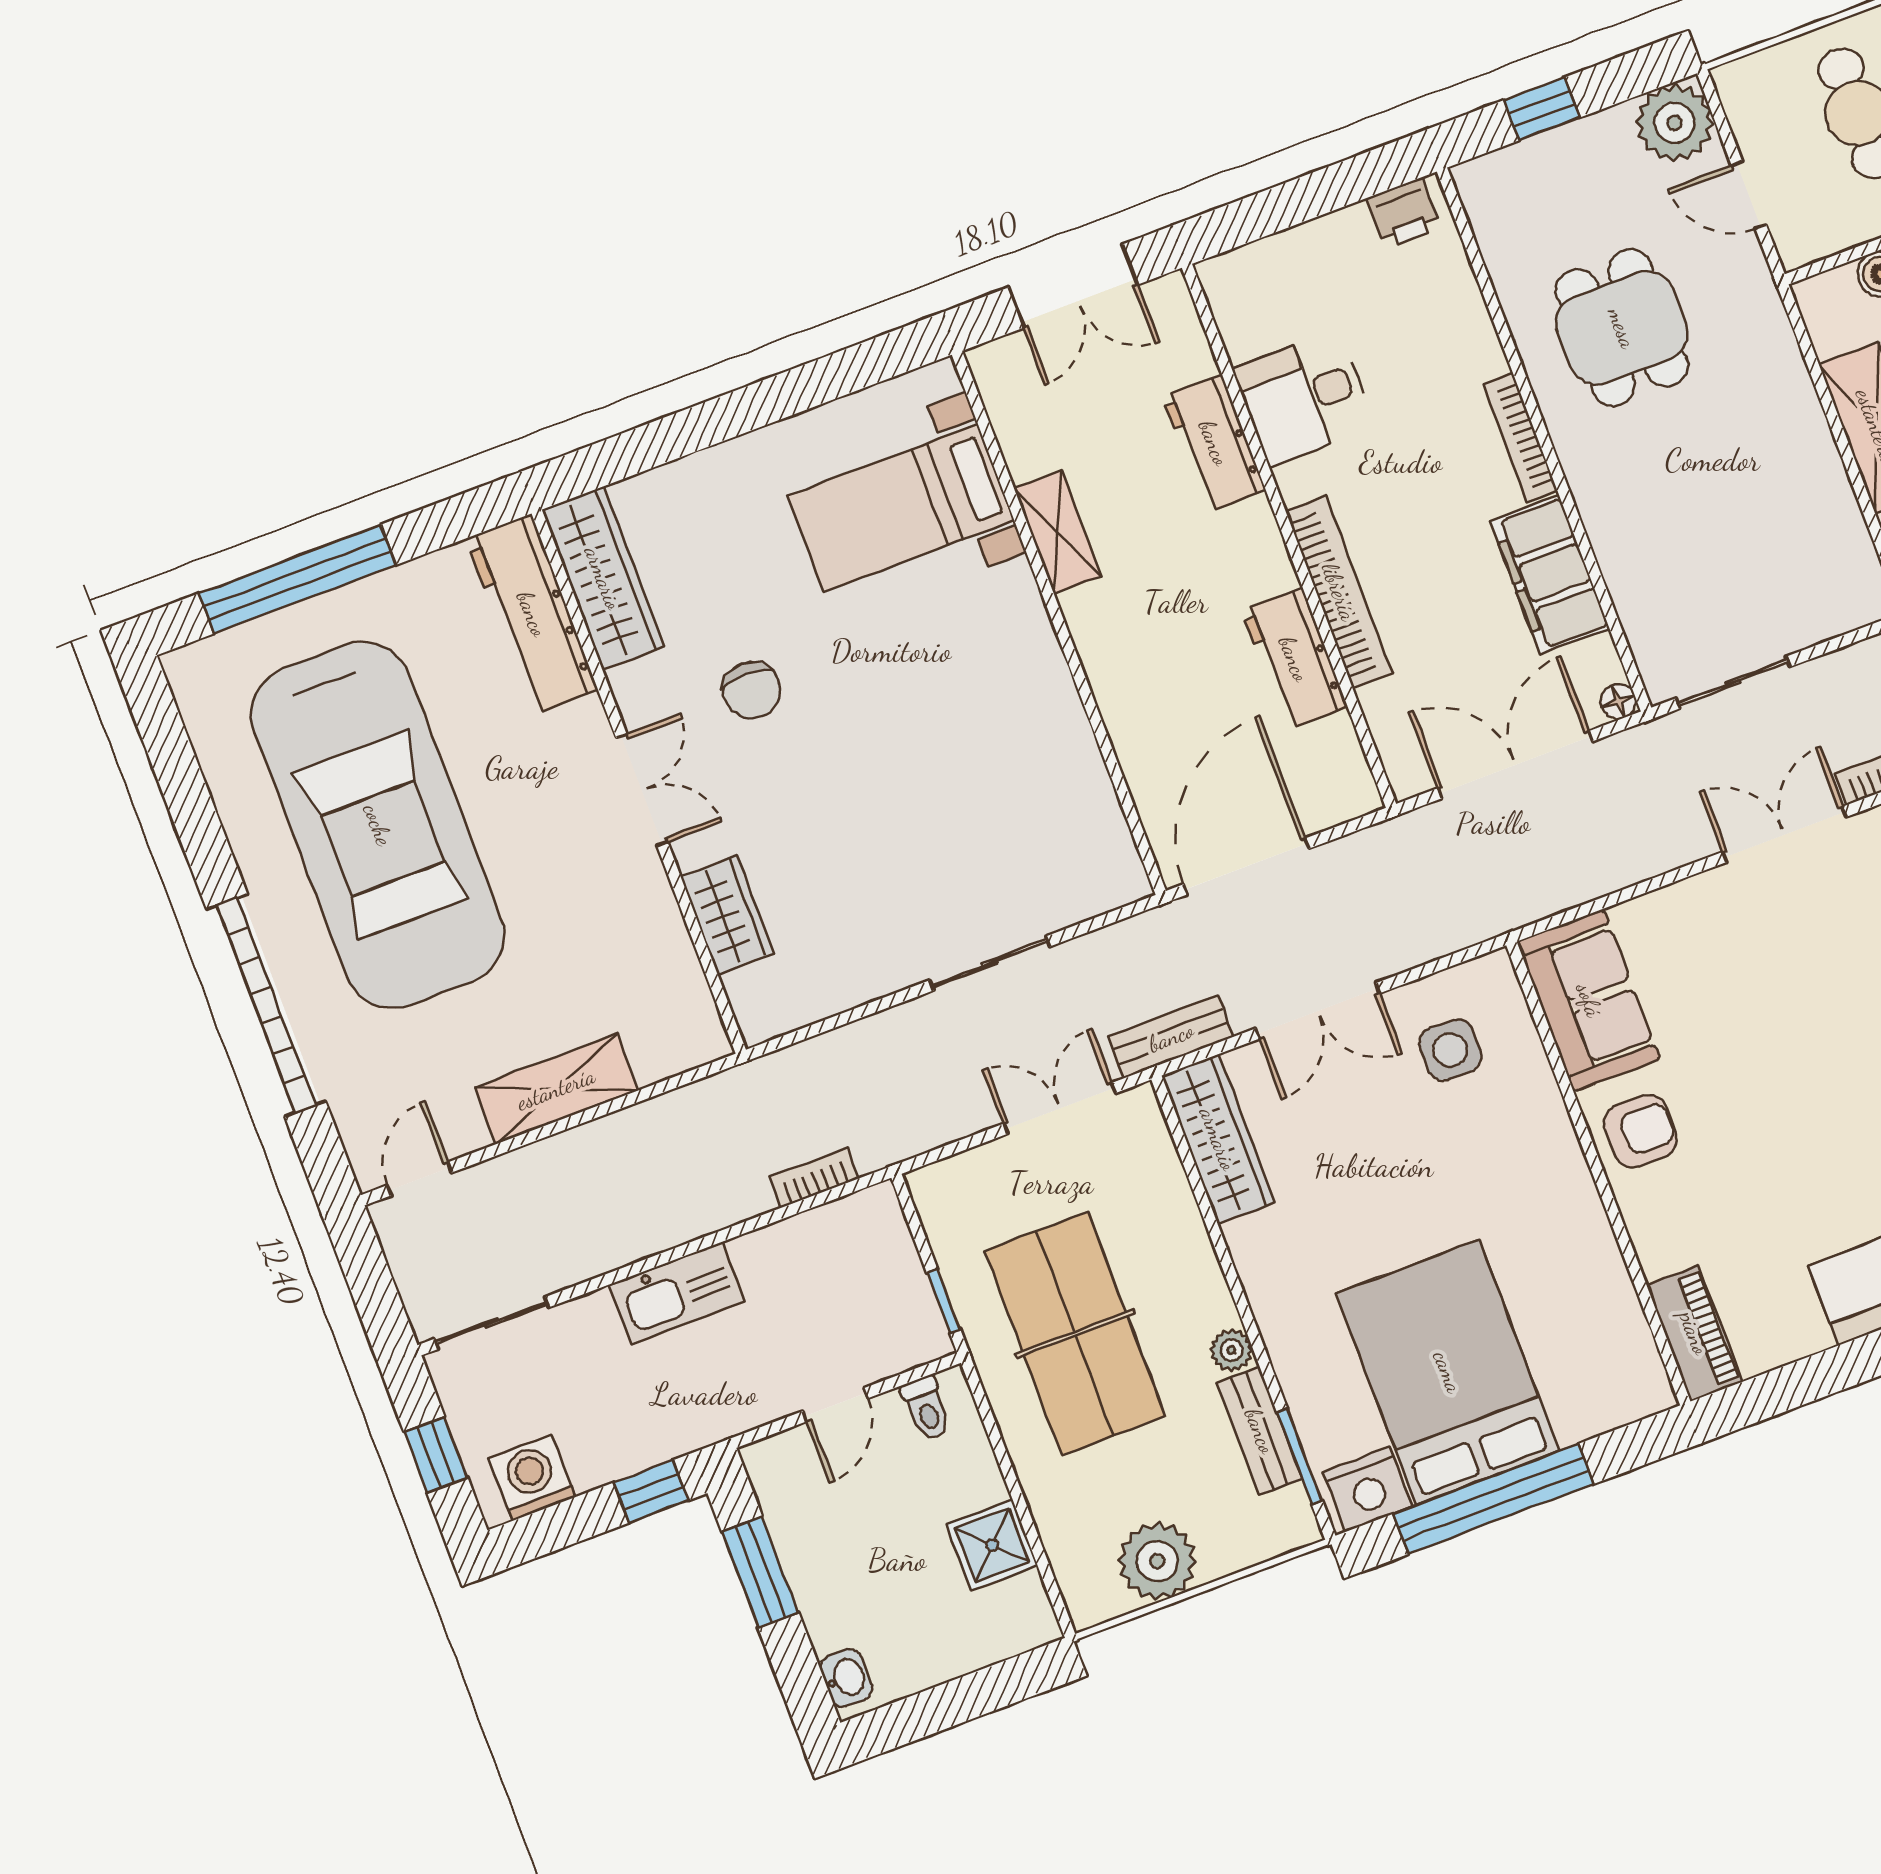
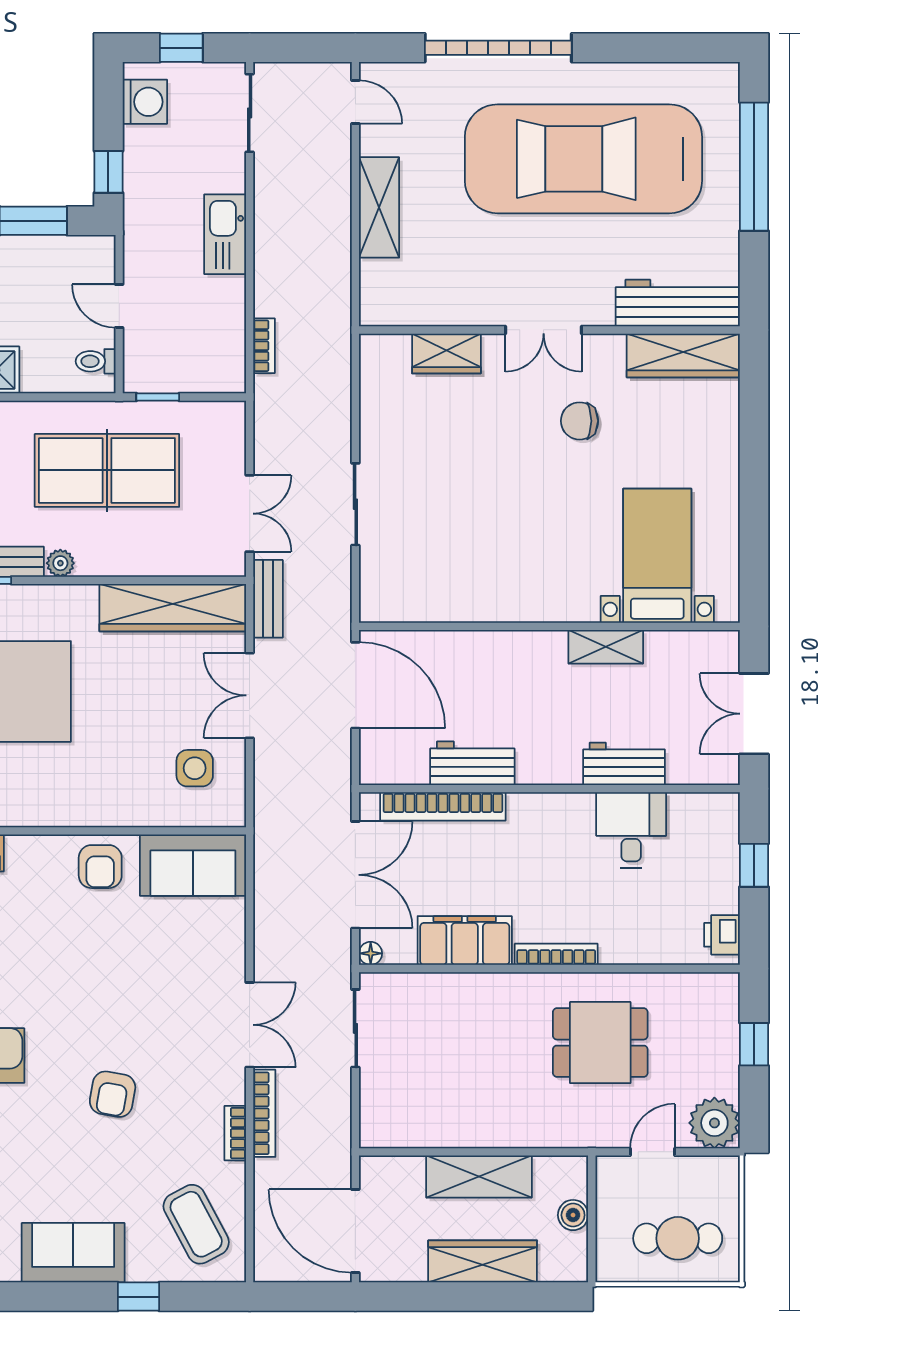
window: (1288, 205) -> (754, 865), added
bookcase: (1339, 592) -> (443, 806), moved
wardrobe: (1218, 1139) -> (173, 608), width x1.40, depth x1.17

